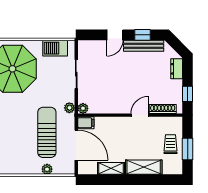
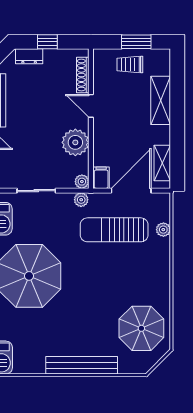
window: (188, 94) -> (47, 42), moved
plant: (112, 103) -> (75, 142), added
shelving: (111, 168) -> (162, 163), moved

